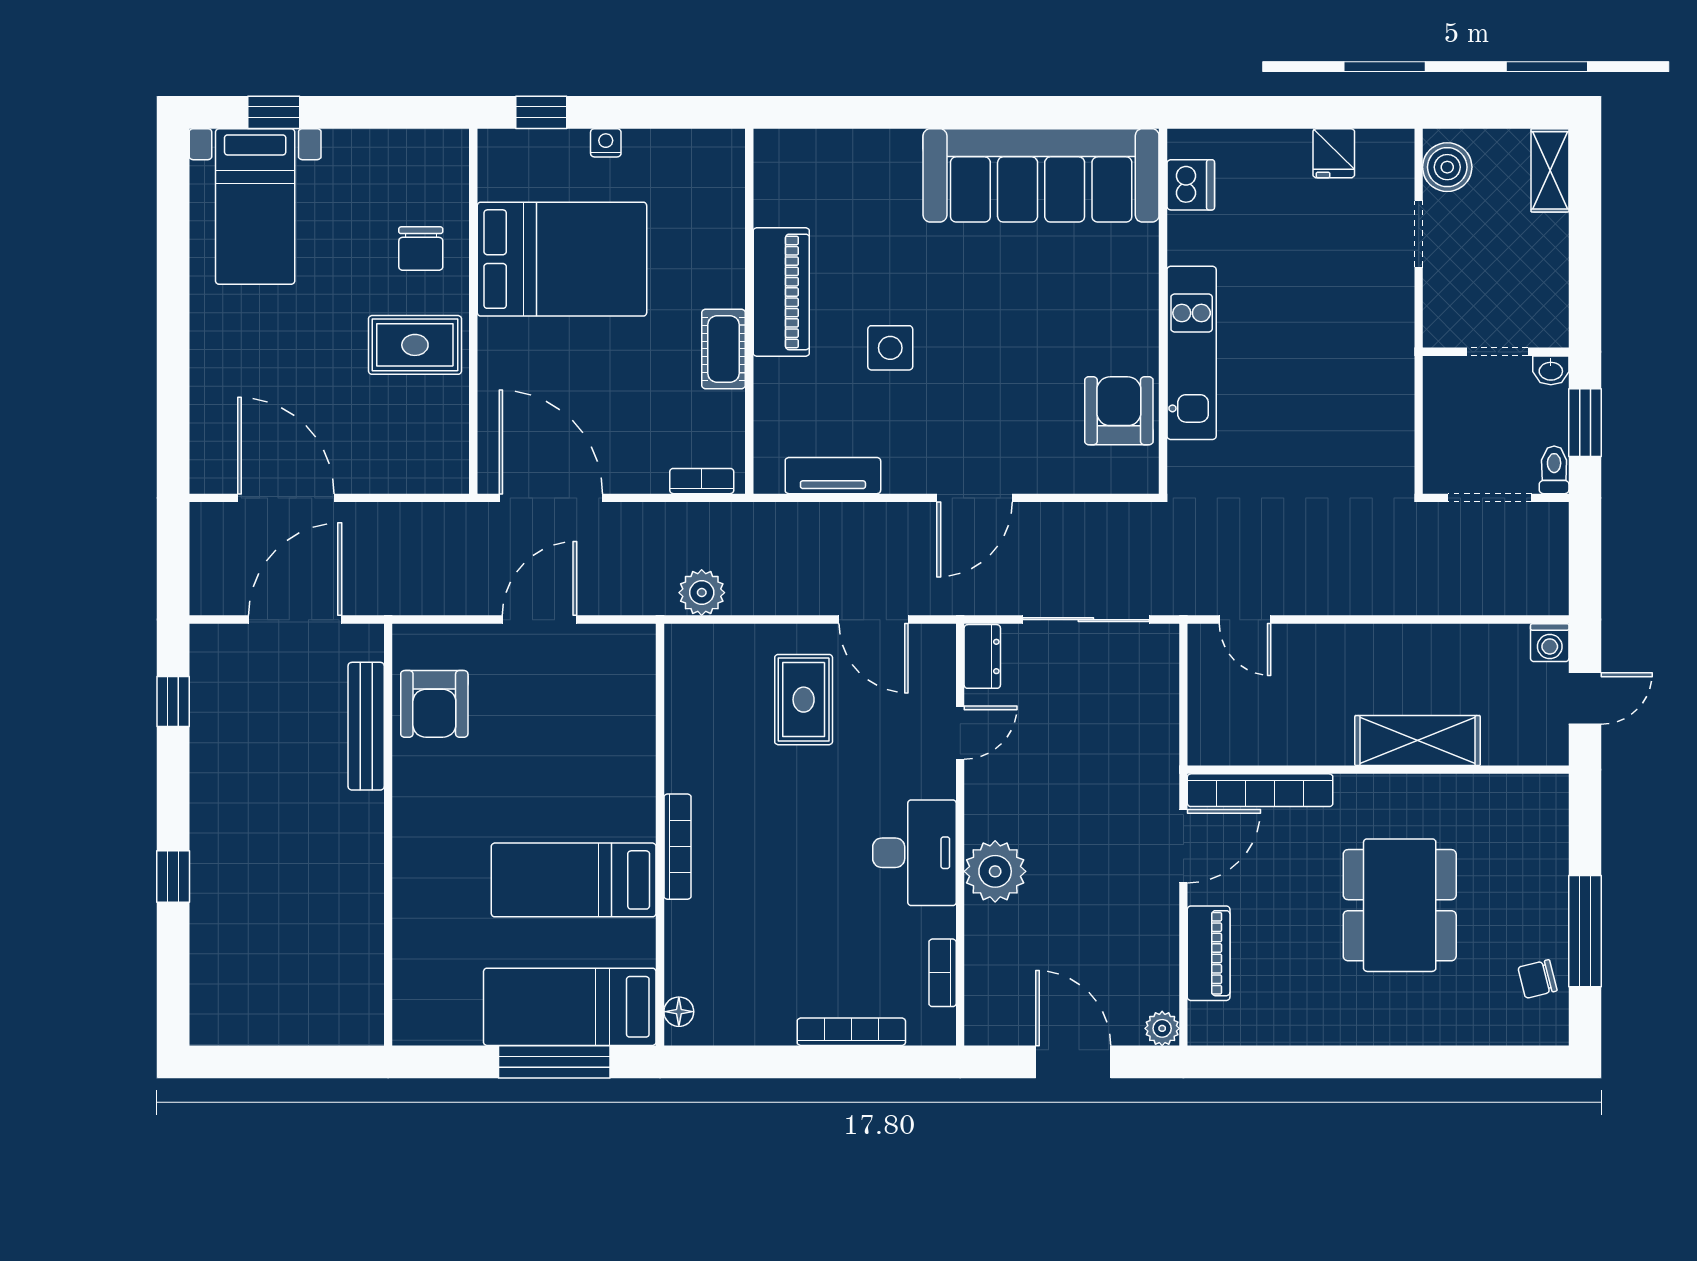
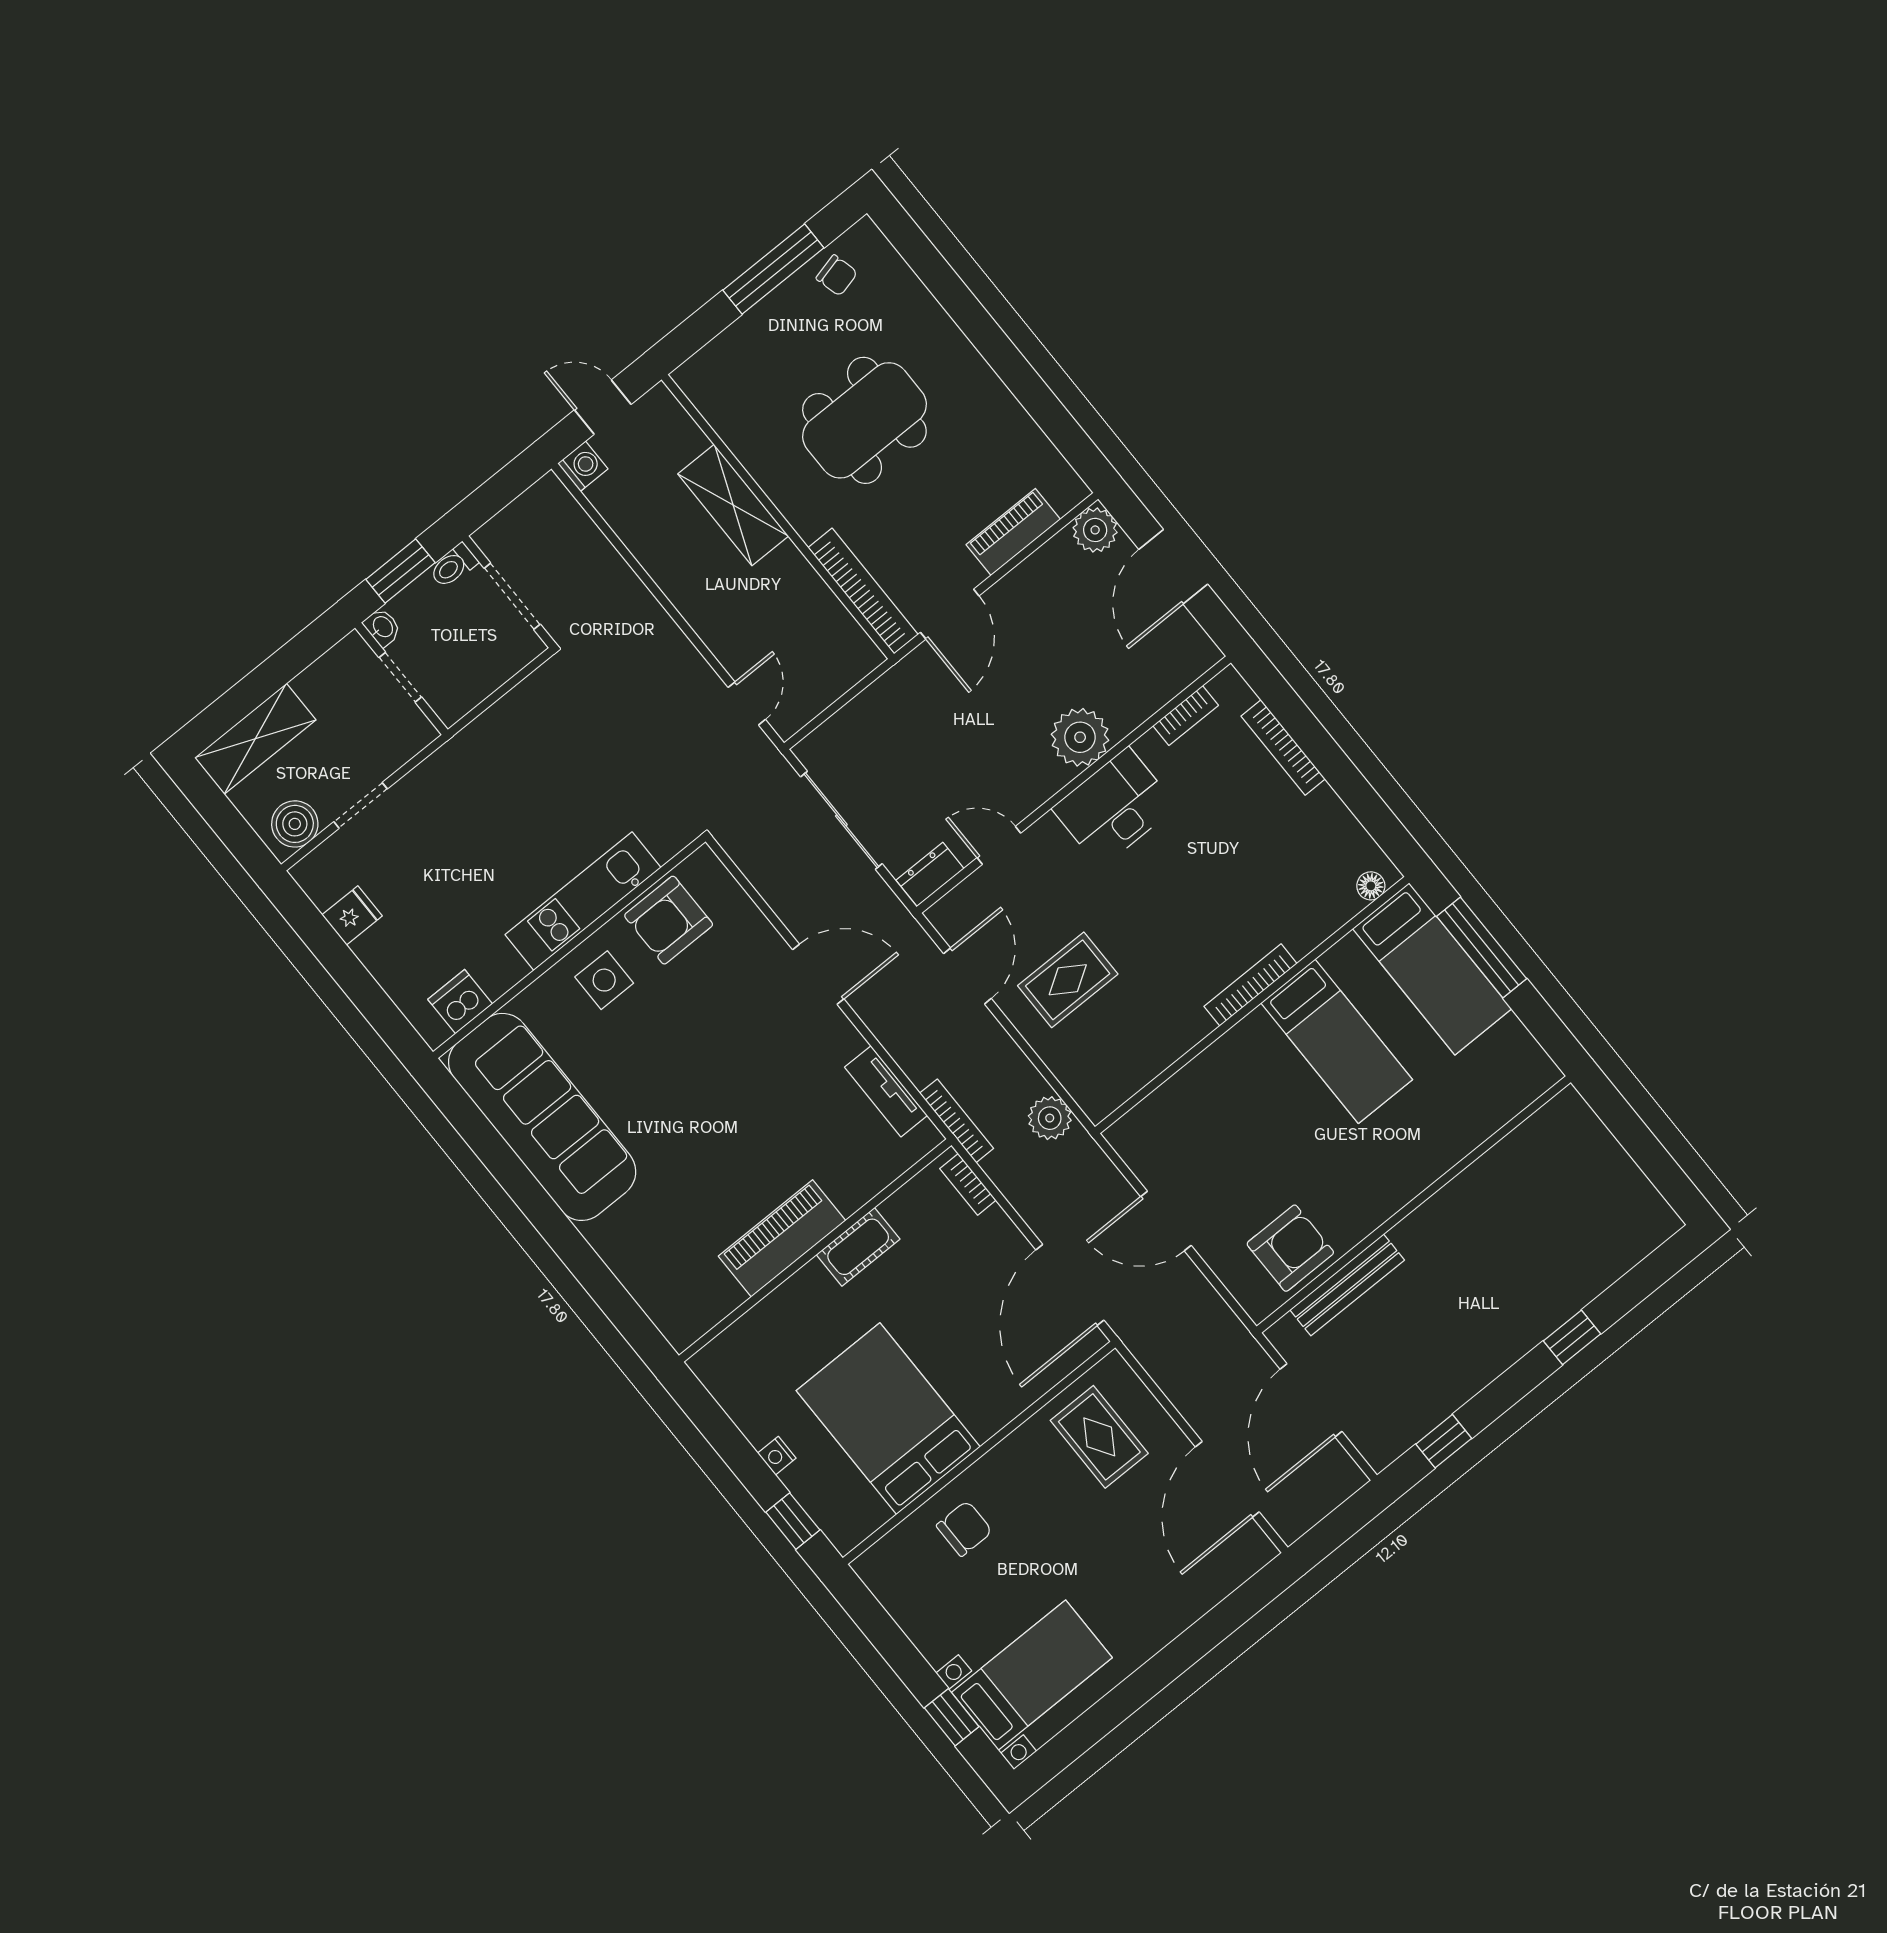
shelving: (1550, 170) -> (255, 739), width x1.50, depth x1.33
rug: (415, 345) -> (1099, 1437), moved
side table: (890, 348) -> (604, 980), moved
bookcase: (762, 514) -> (957, 1121), added
door: (295, 620) -> (1311, 1400), hinge flipped
door: (1183, 846) -> (950, 614), swing flipped
plant: (1162, 1028) -> (1095, 530), width x1.38, depth x1.38

